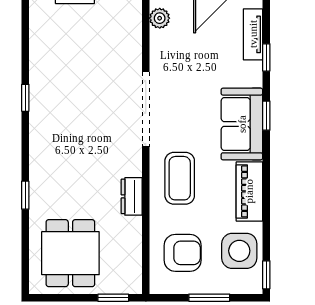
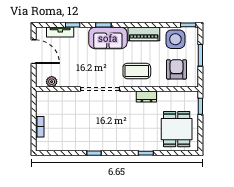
dining table: (70, 253) -> (177, 129), turned 90

